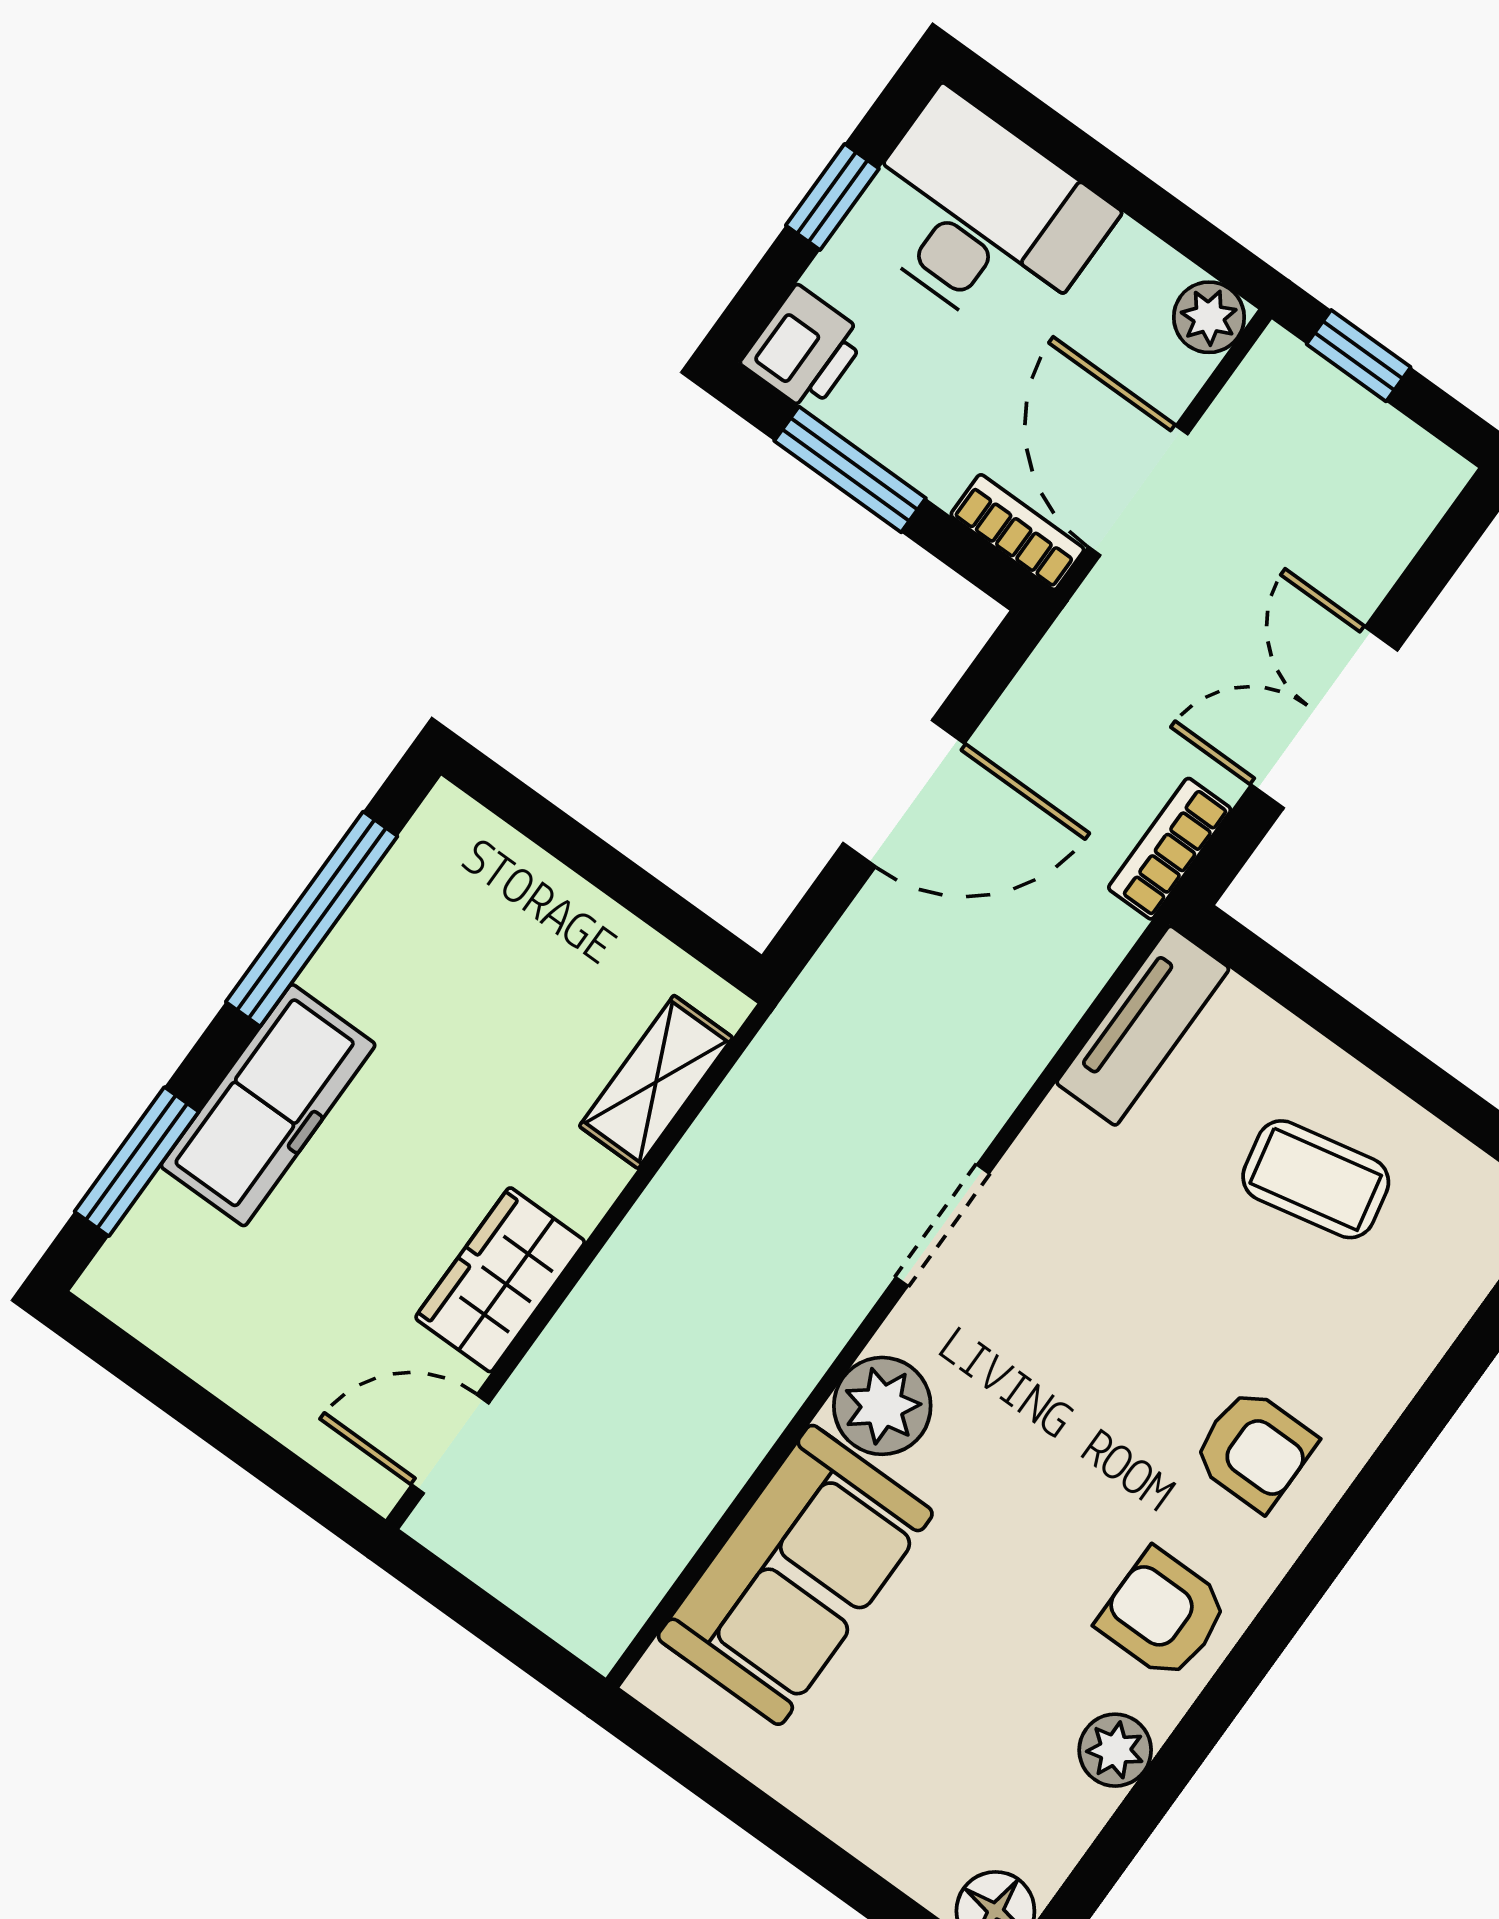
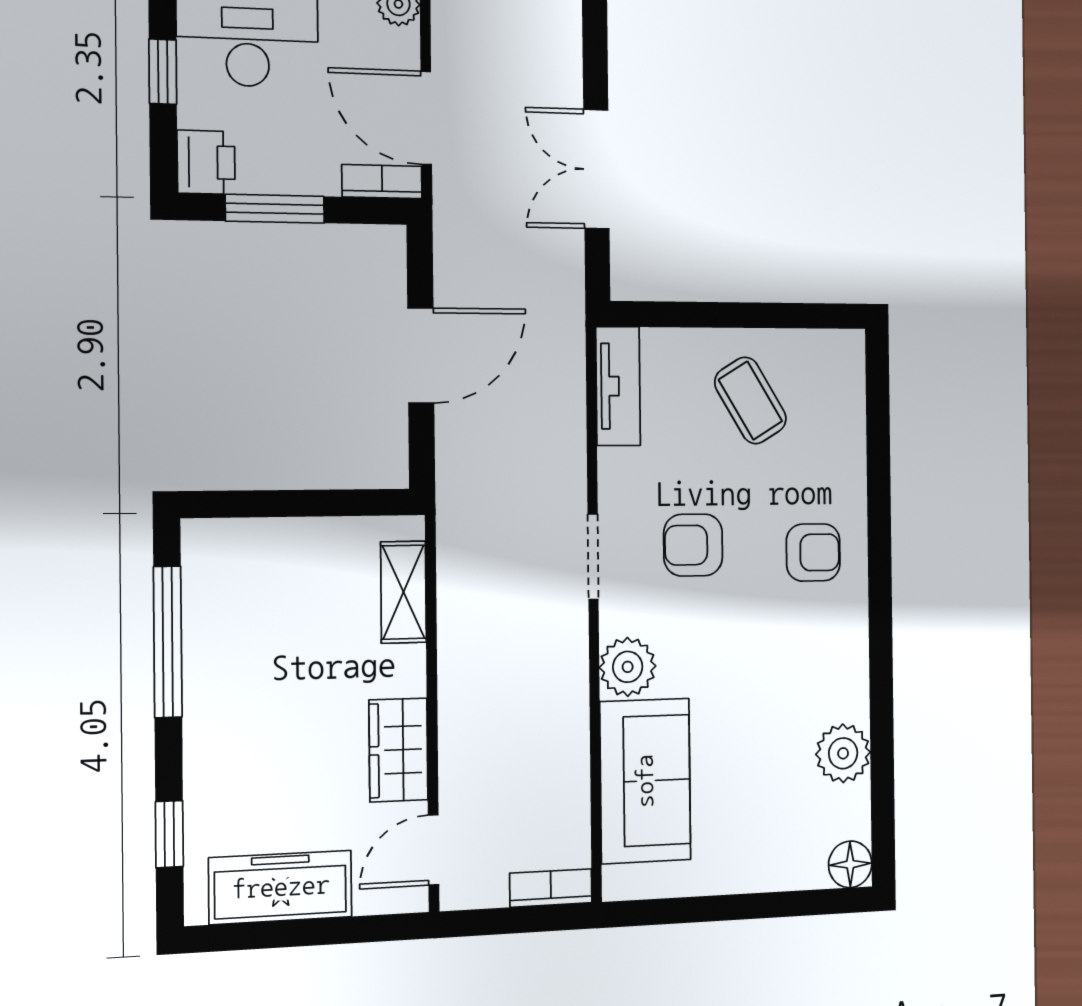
bookcase: (1170, 849) -> (551, 888), moved, turned 90
freezer: (268, 1105) -> (281, 887), moved, turned -90
window: (137, 1162) -> (169, 834), width x0.67
coffee table: (1316, 1179) -> (750, 400), turned 71
armchair: (1163, 1614) -> (693, 545), moved
plant: (1115, 1750) -> (843, 753), width x1.38, depth x1.38

